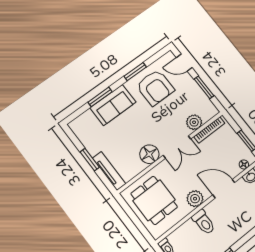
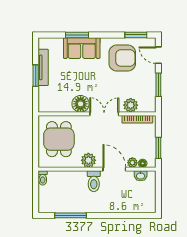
window: (135, 72) -> (136, 35), moved
armchair: (155, 87) -> (122, 58), turned -90
double door: (177, 147) -> (104, 114), swing flipped
tv unit: (109, 171) -> (43, 67), moved
plant: (235, 171) -> (132, 163), added
toilet: (204, 222) -> (94, 181), moved

